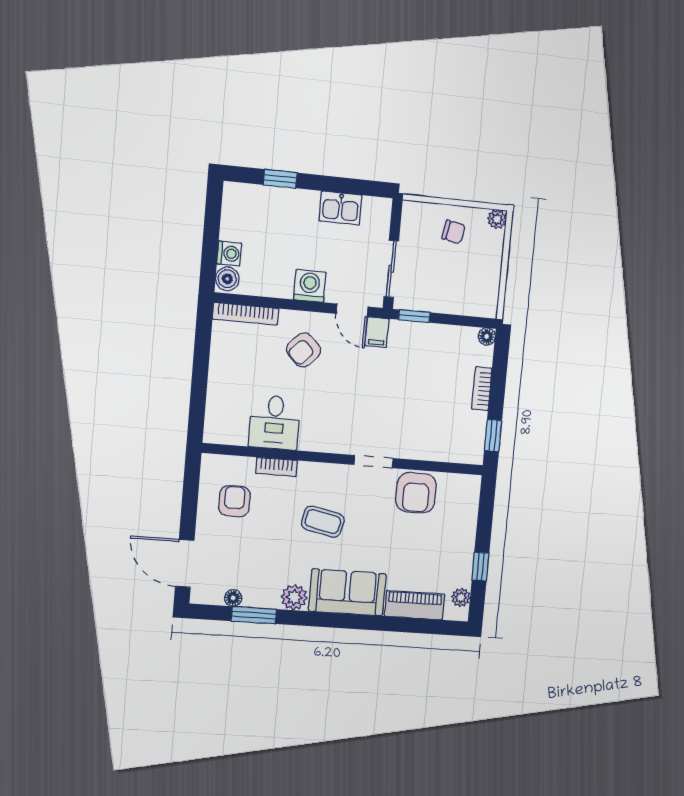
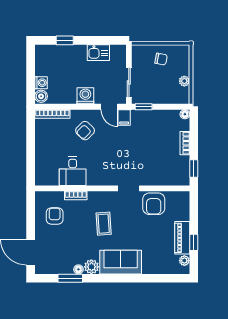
plant: (497, 219) -> (184, 81), moved
coffee table: (323, 522) -> (104, 224), turned 74
floor lamp: (233, 598) -> (78, 269), moved
piano: (415, 605) -> (182, 238), moved, turned -90

